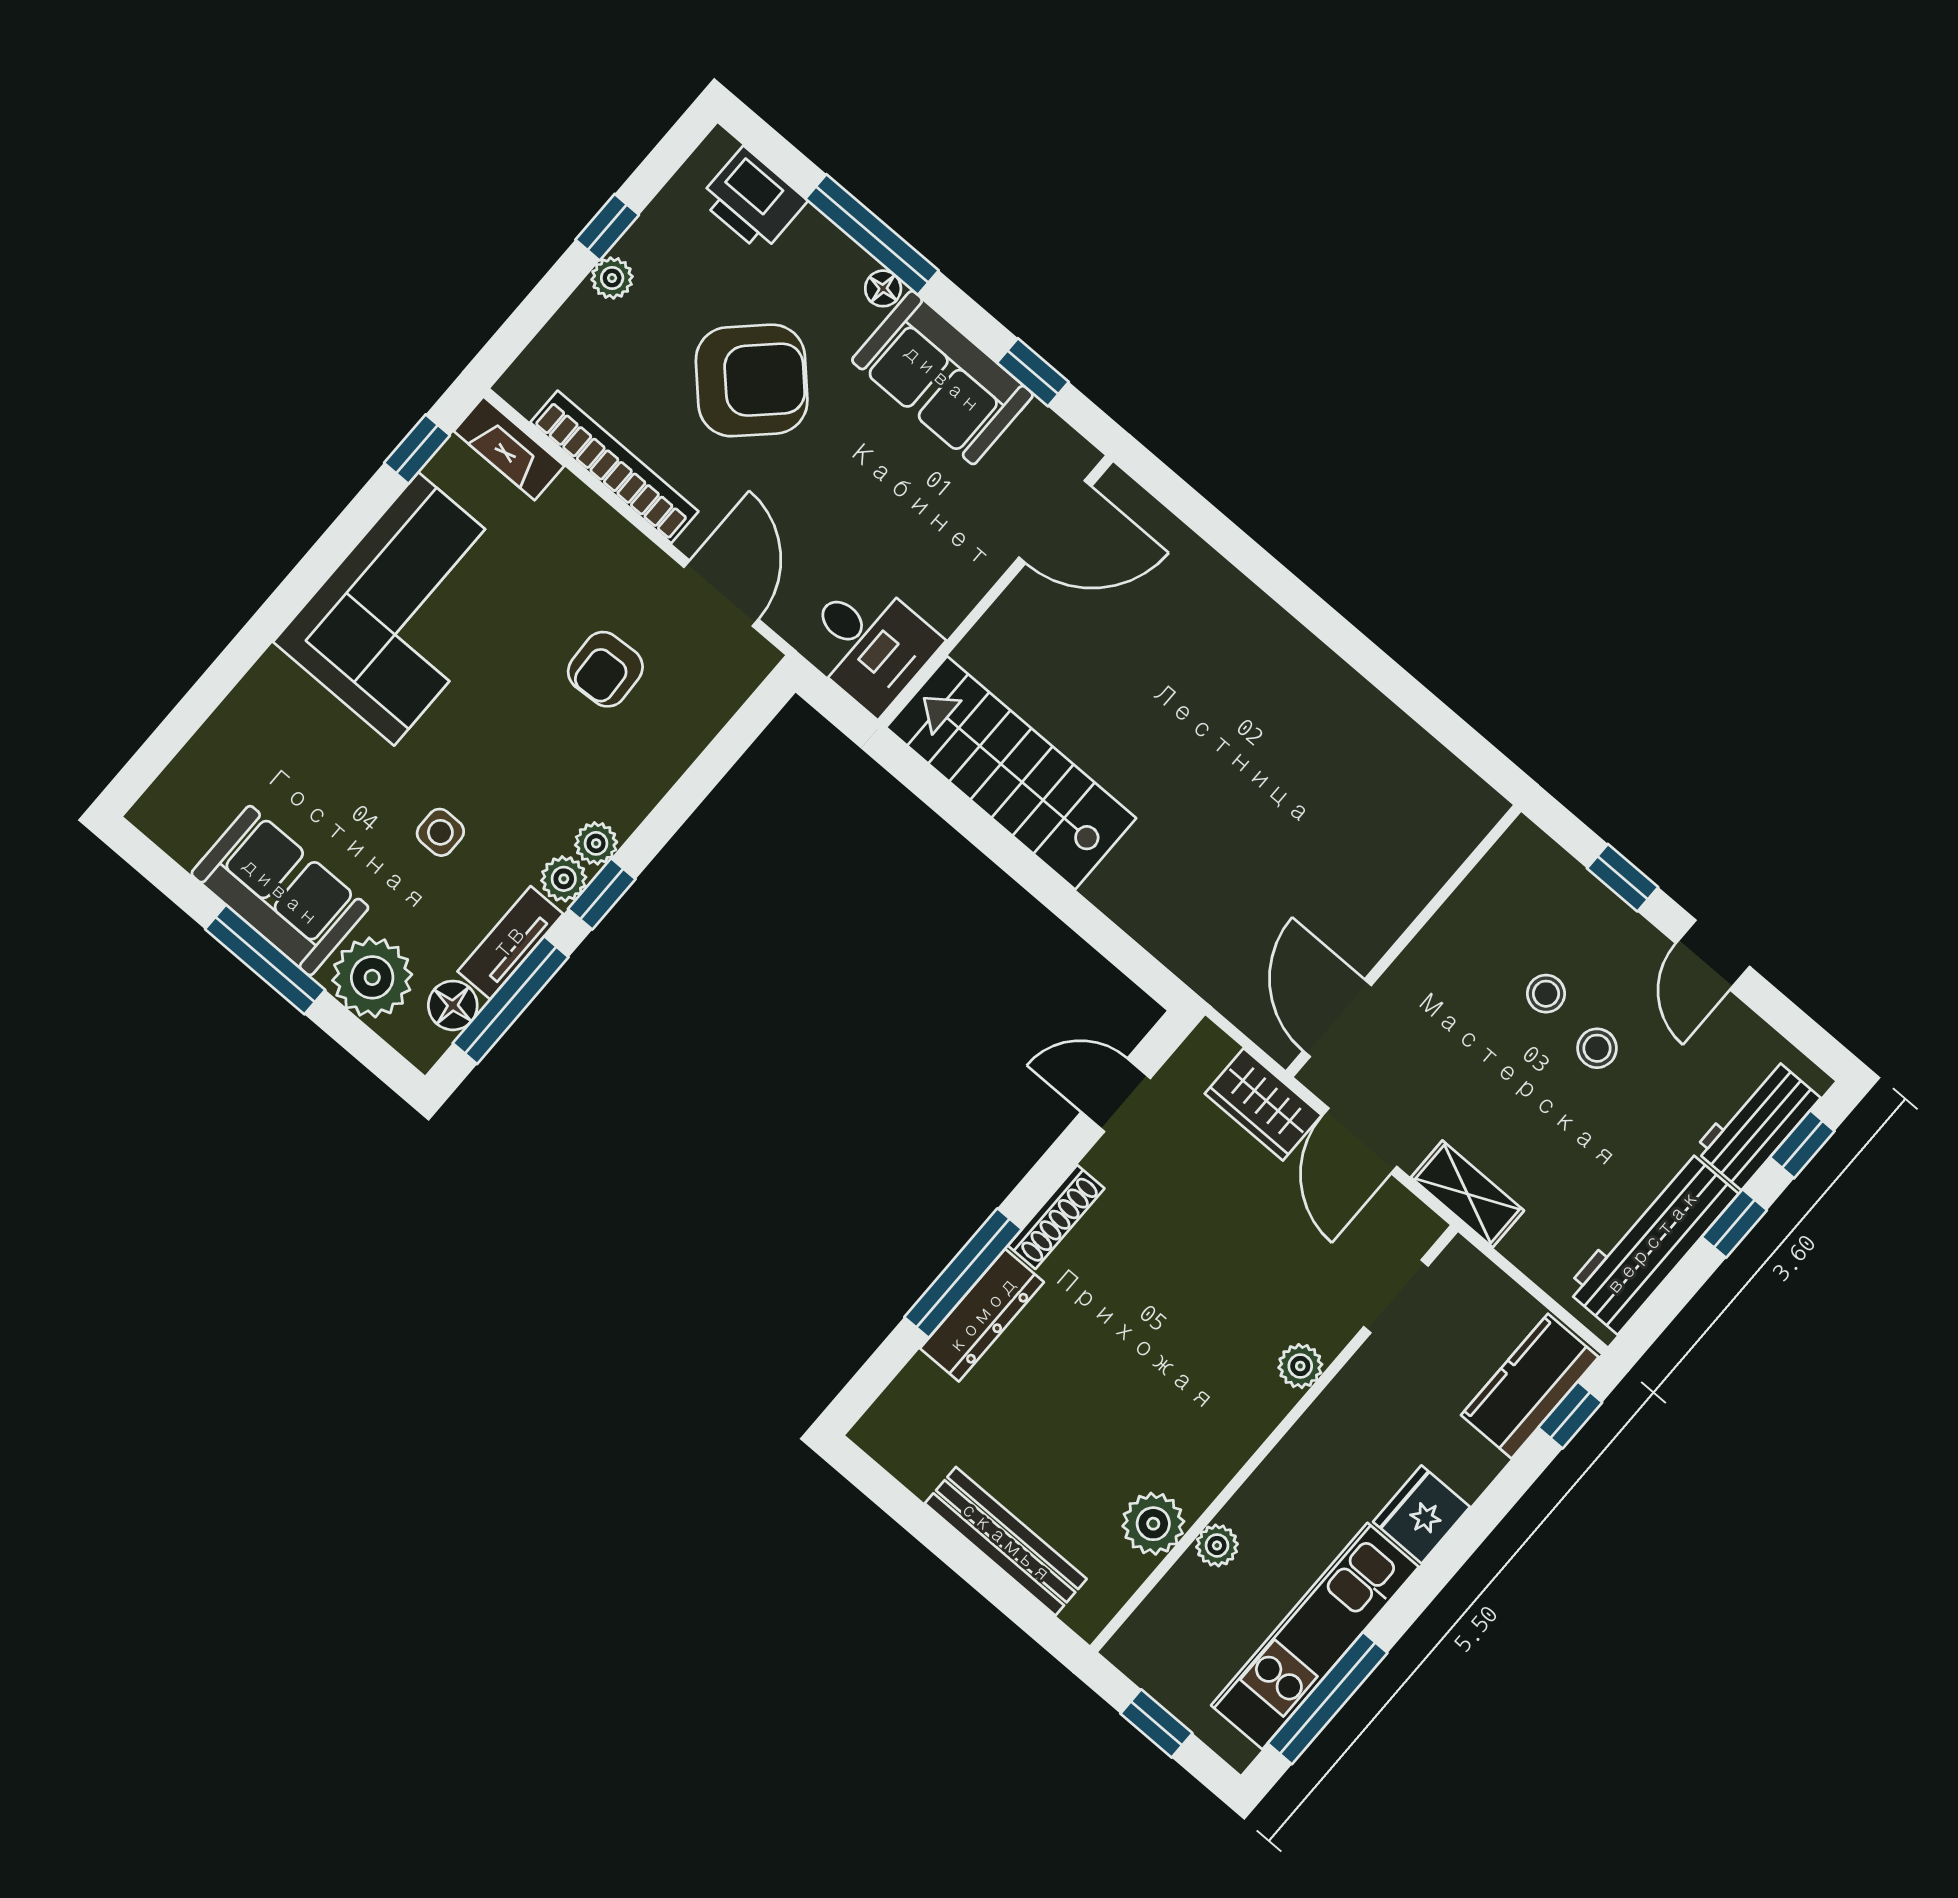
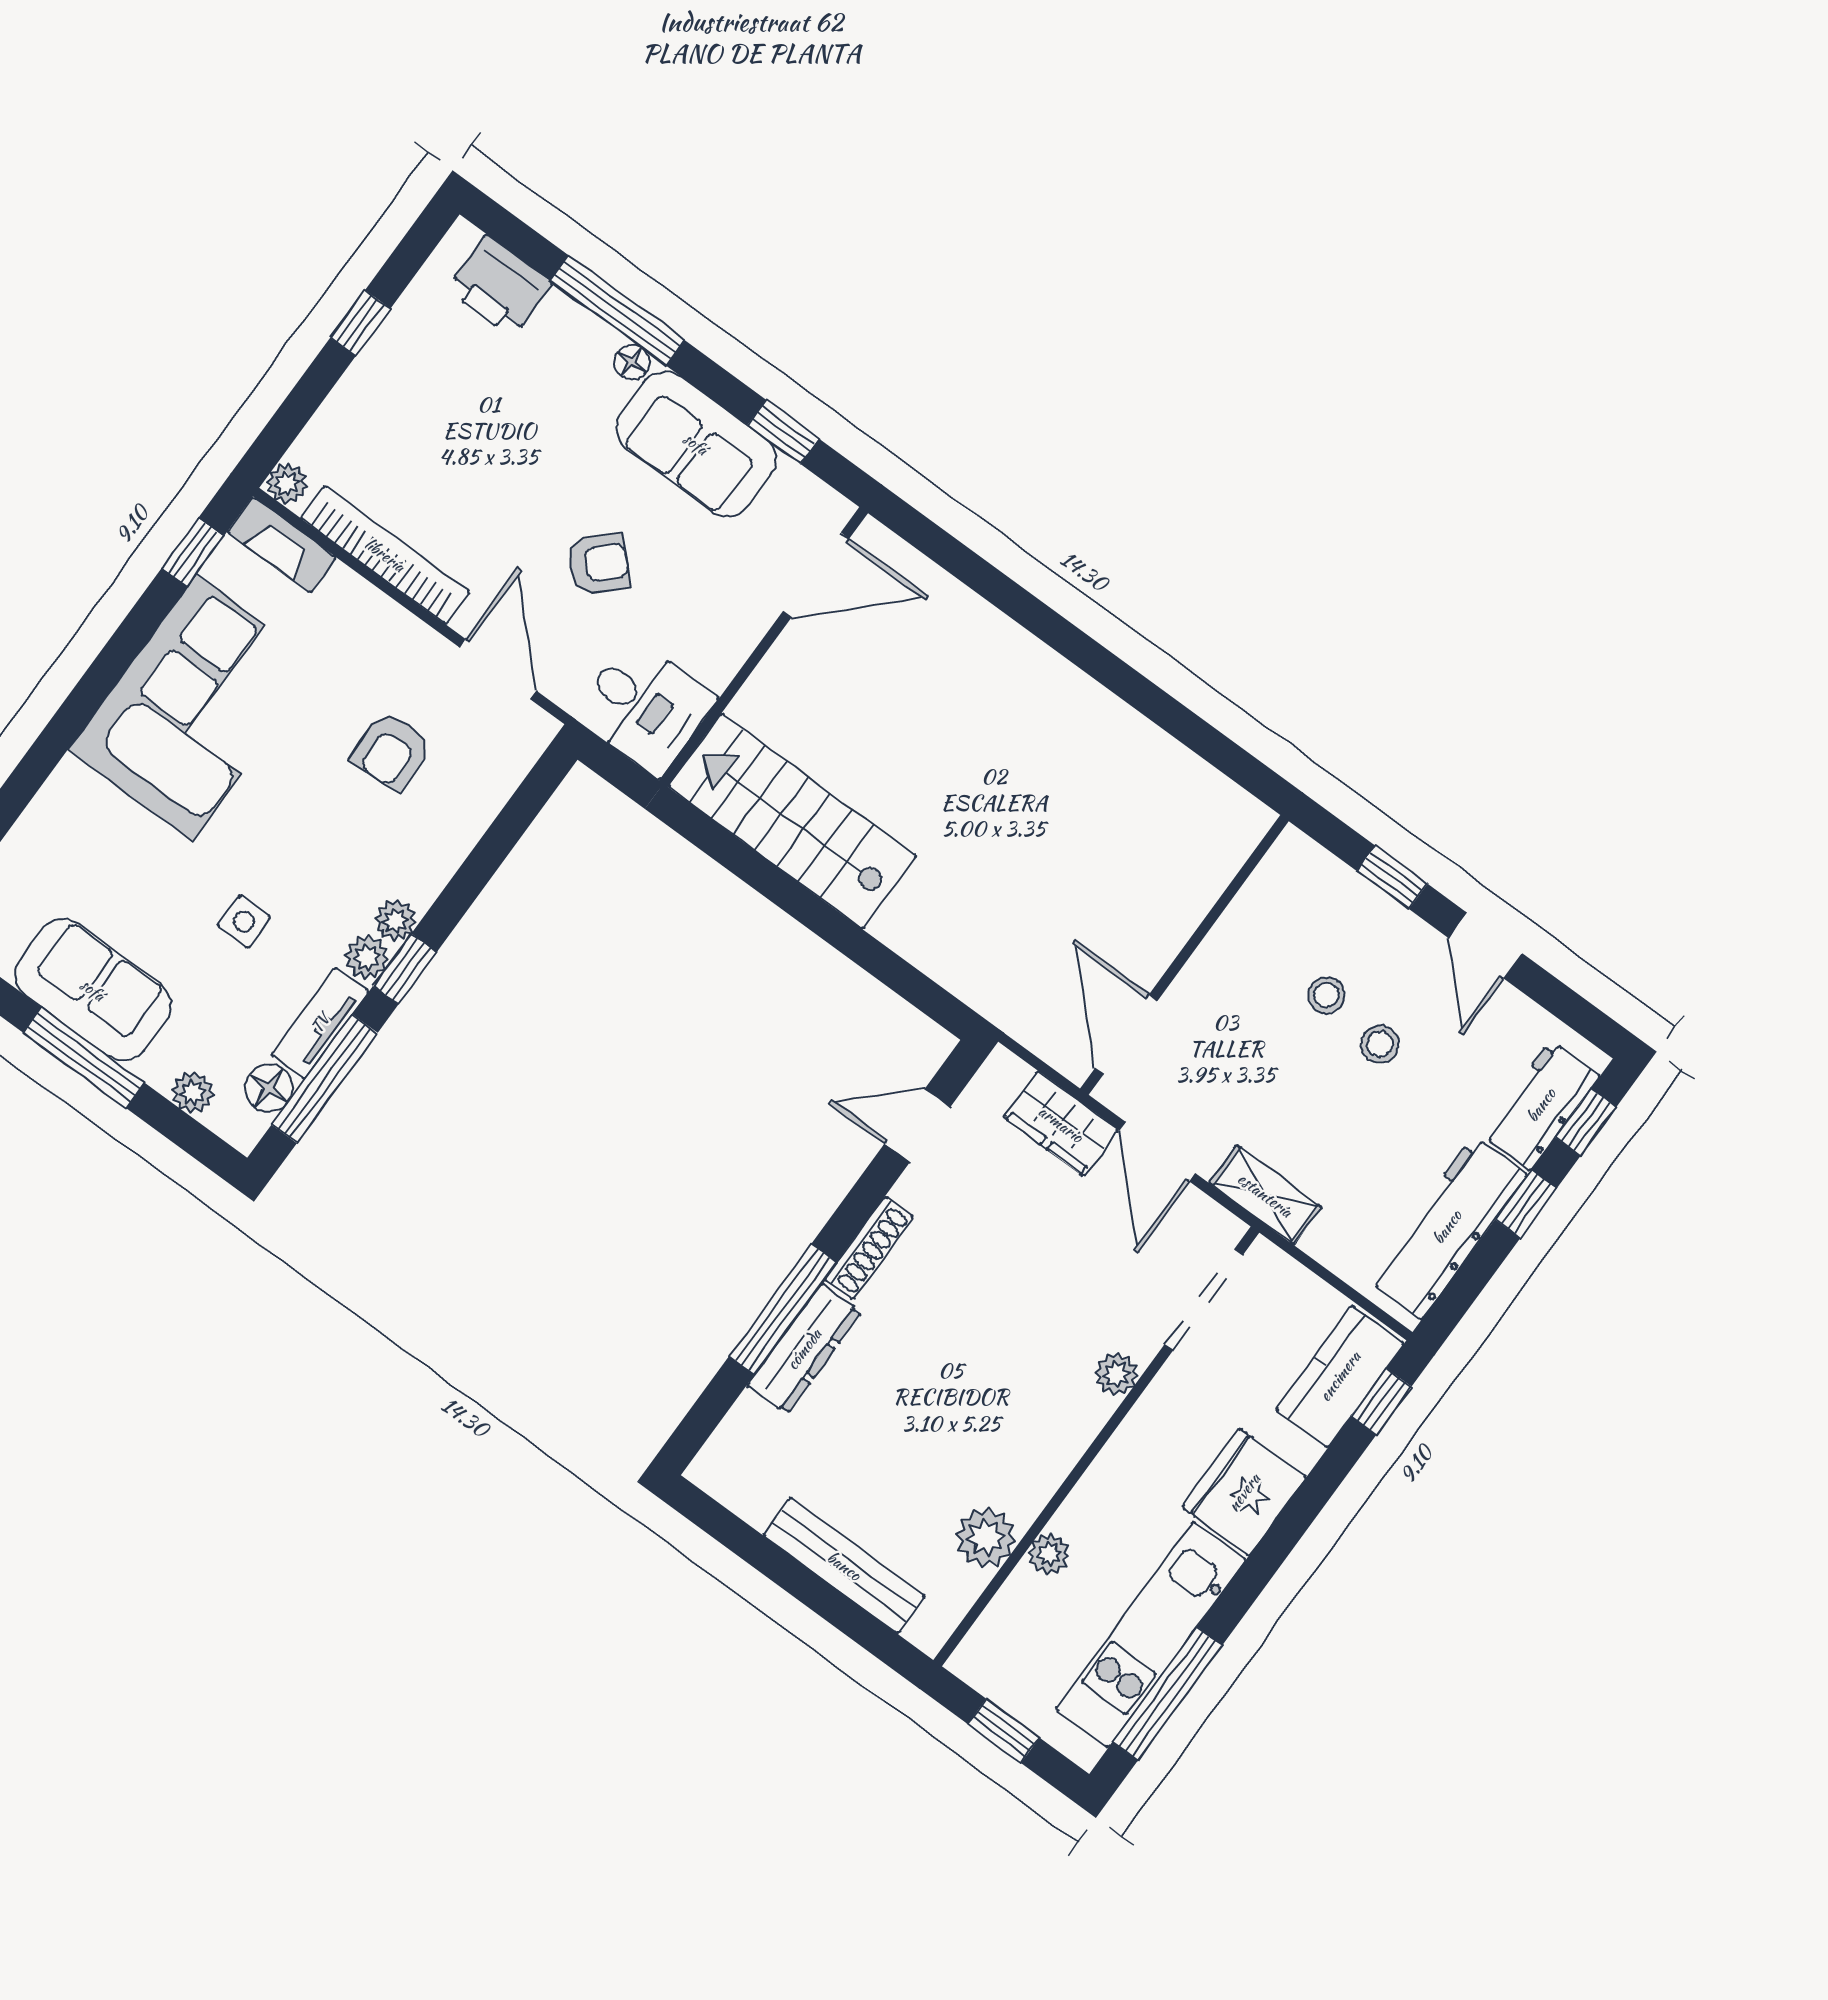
plant: (612, 278) -> (287, 484), moved
armchair: (752, 380) -> (599, 564), moved, width x0.53, depth x0.53
plant: (372, 977) -> (193, 1092), width x0.53, depth x0.53
doorway: (1396, 1296) -> (1204, 1300), width x1.38
fridge: (1422, 1514) -> (1244, 1492), width x1.36, depth x1.34

